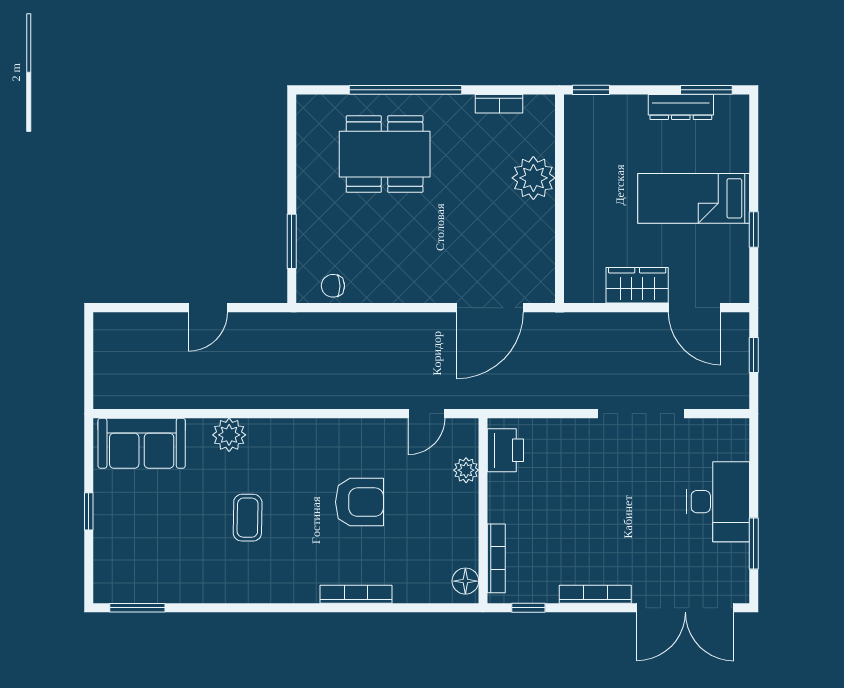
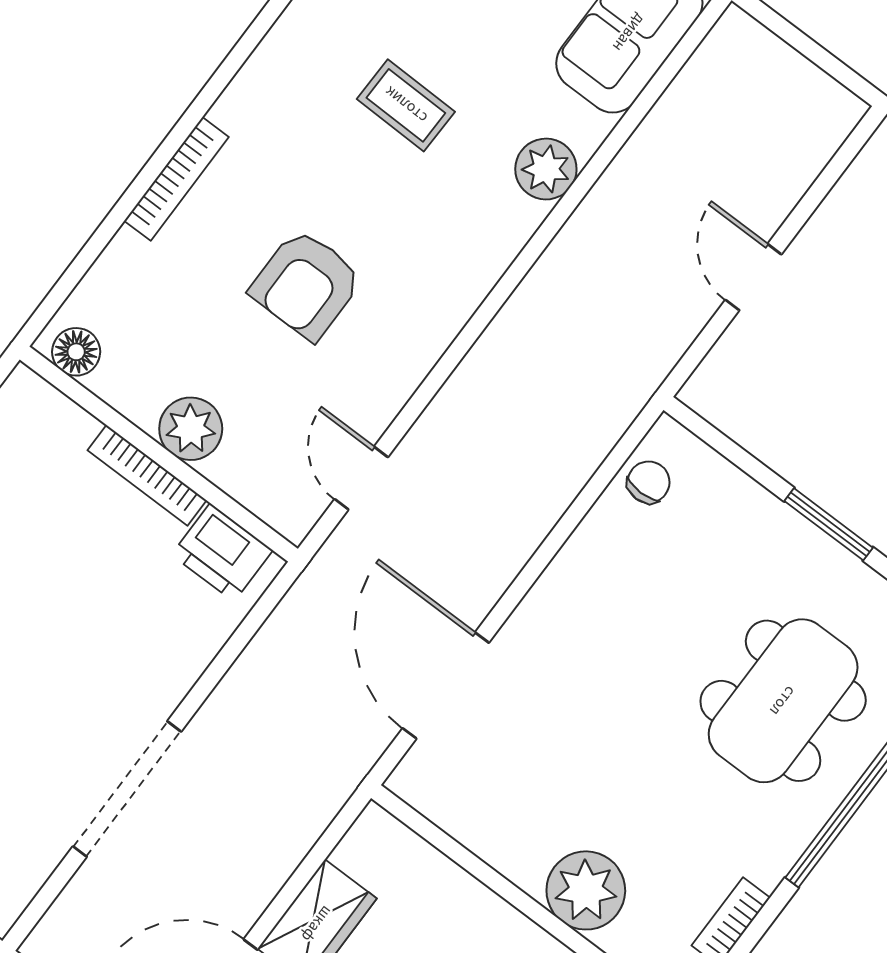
window: (292, 241) -> (829, 524), moved
plant: (466, 470) -> (191, 429), moved, width x1.38, depth x1.38
bookcase: (496, 558) -> (147, 475), moved

